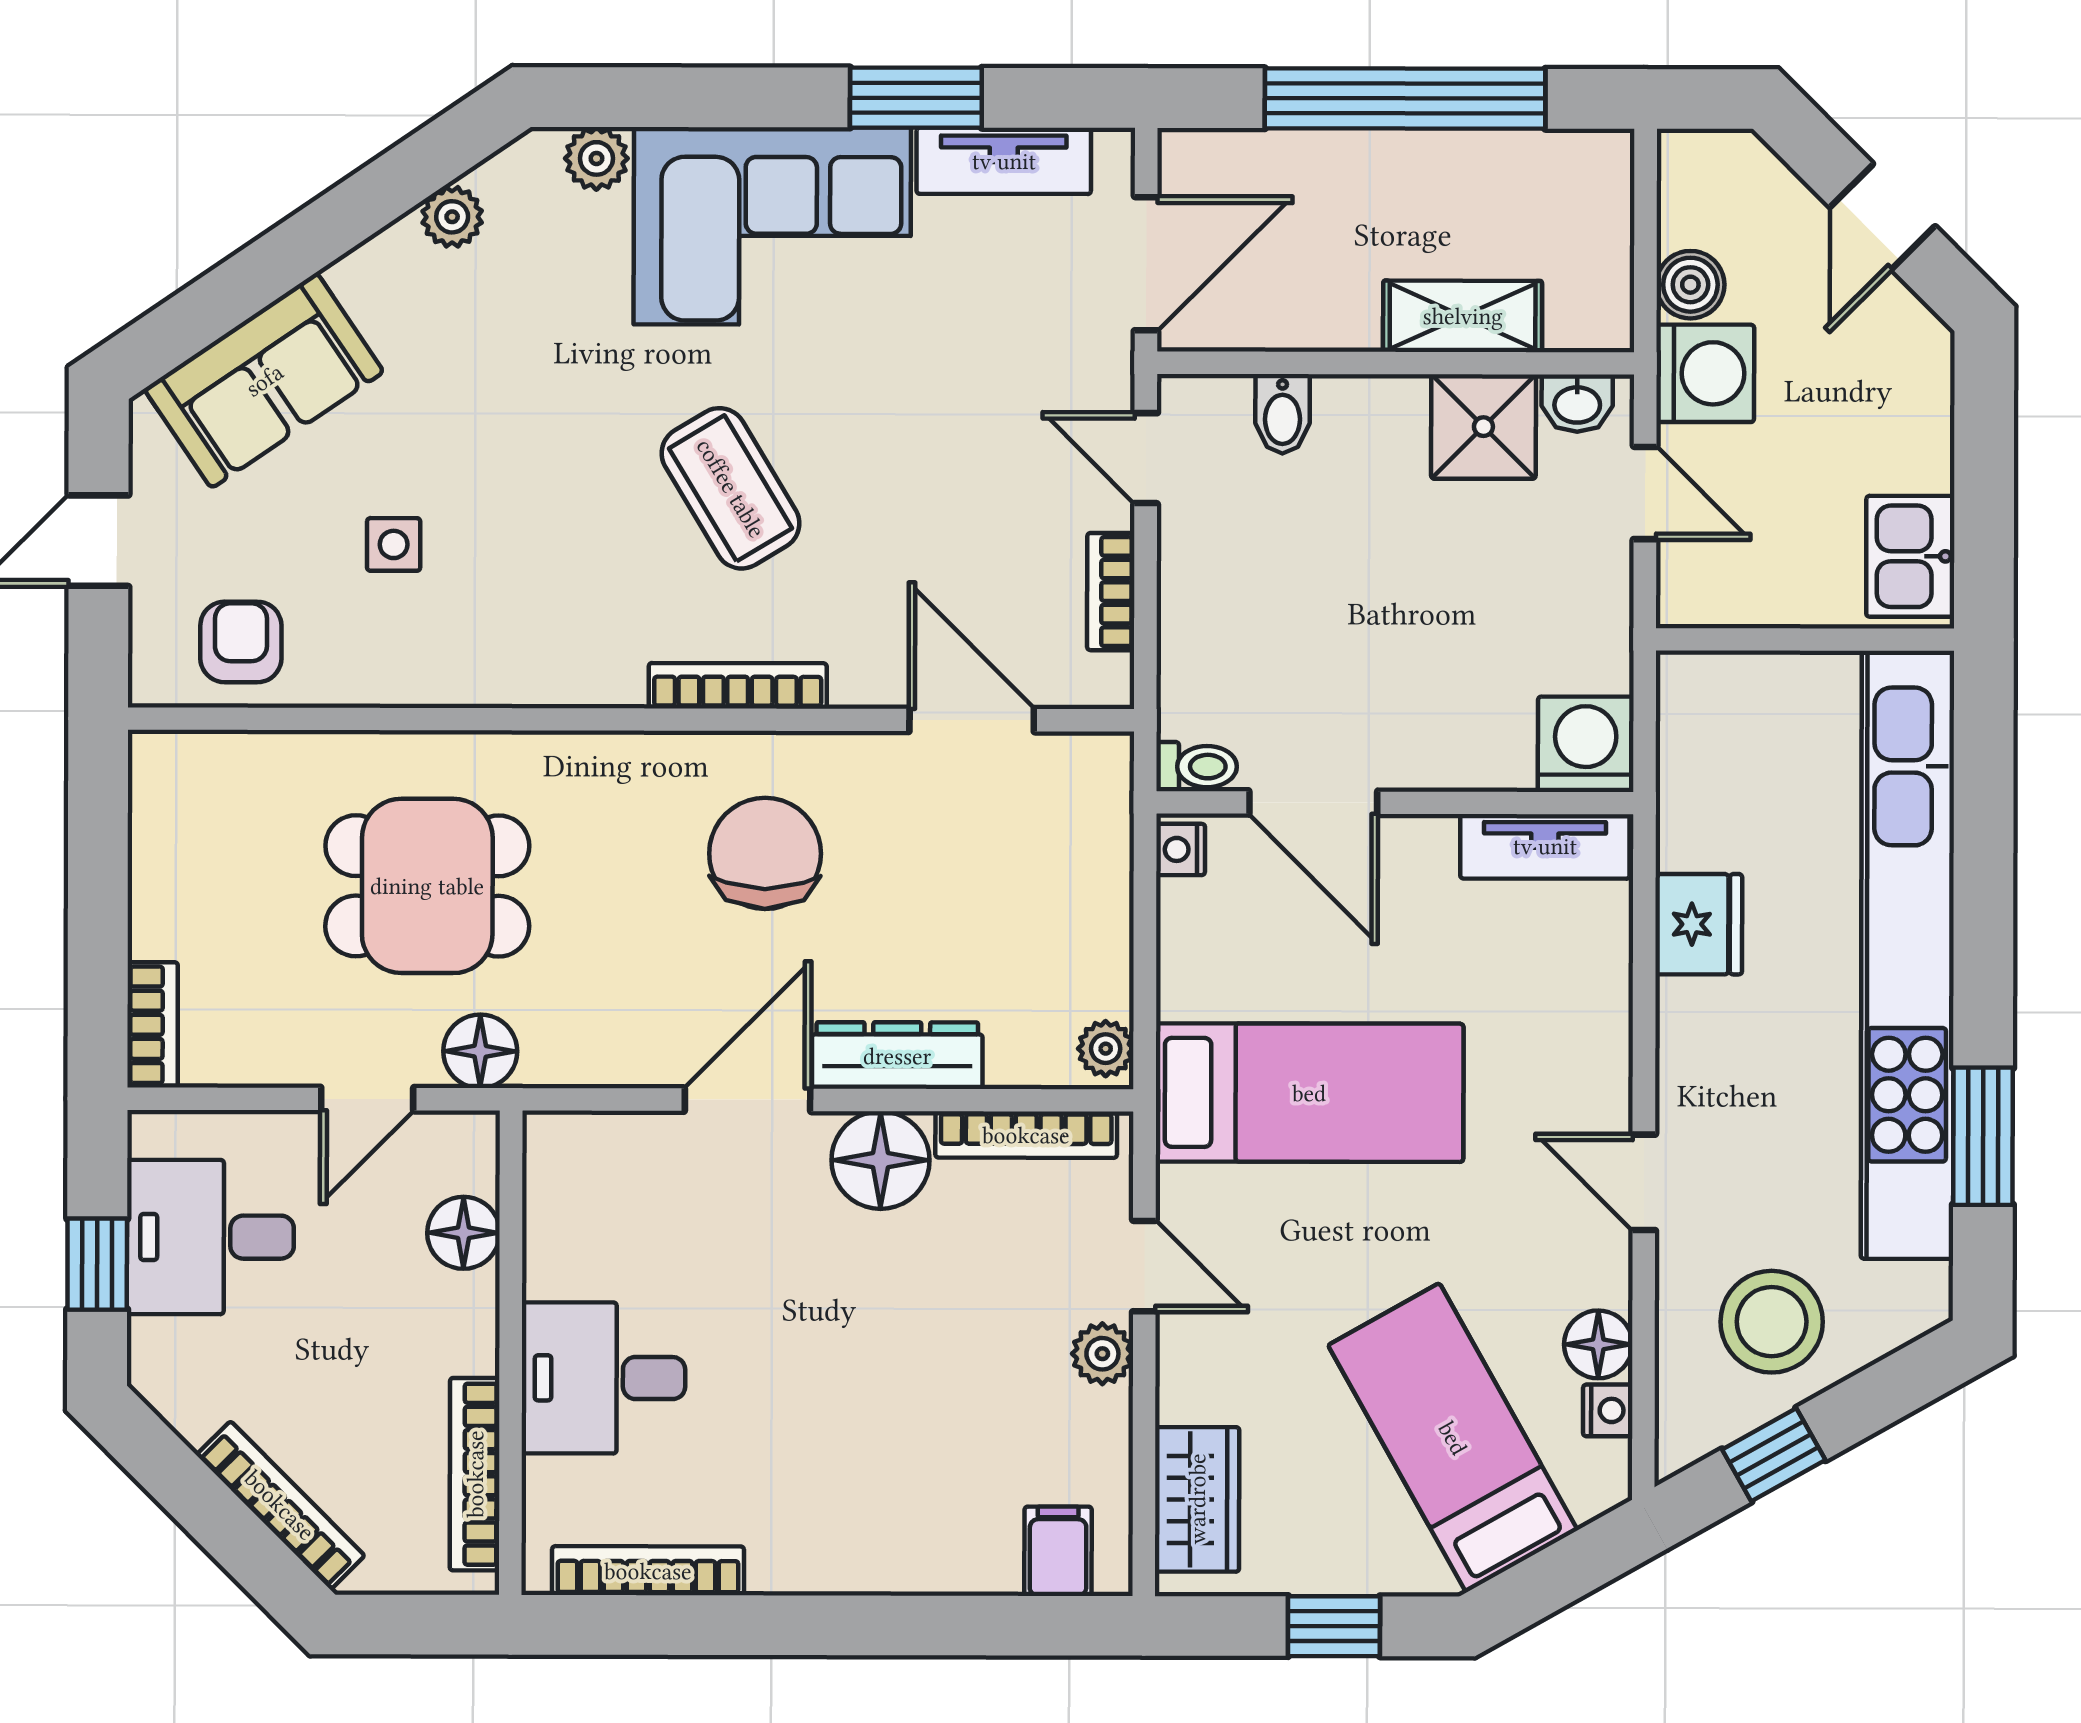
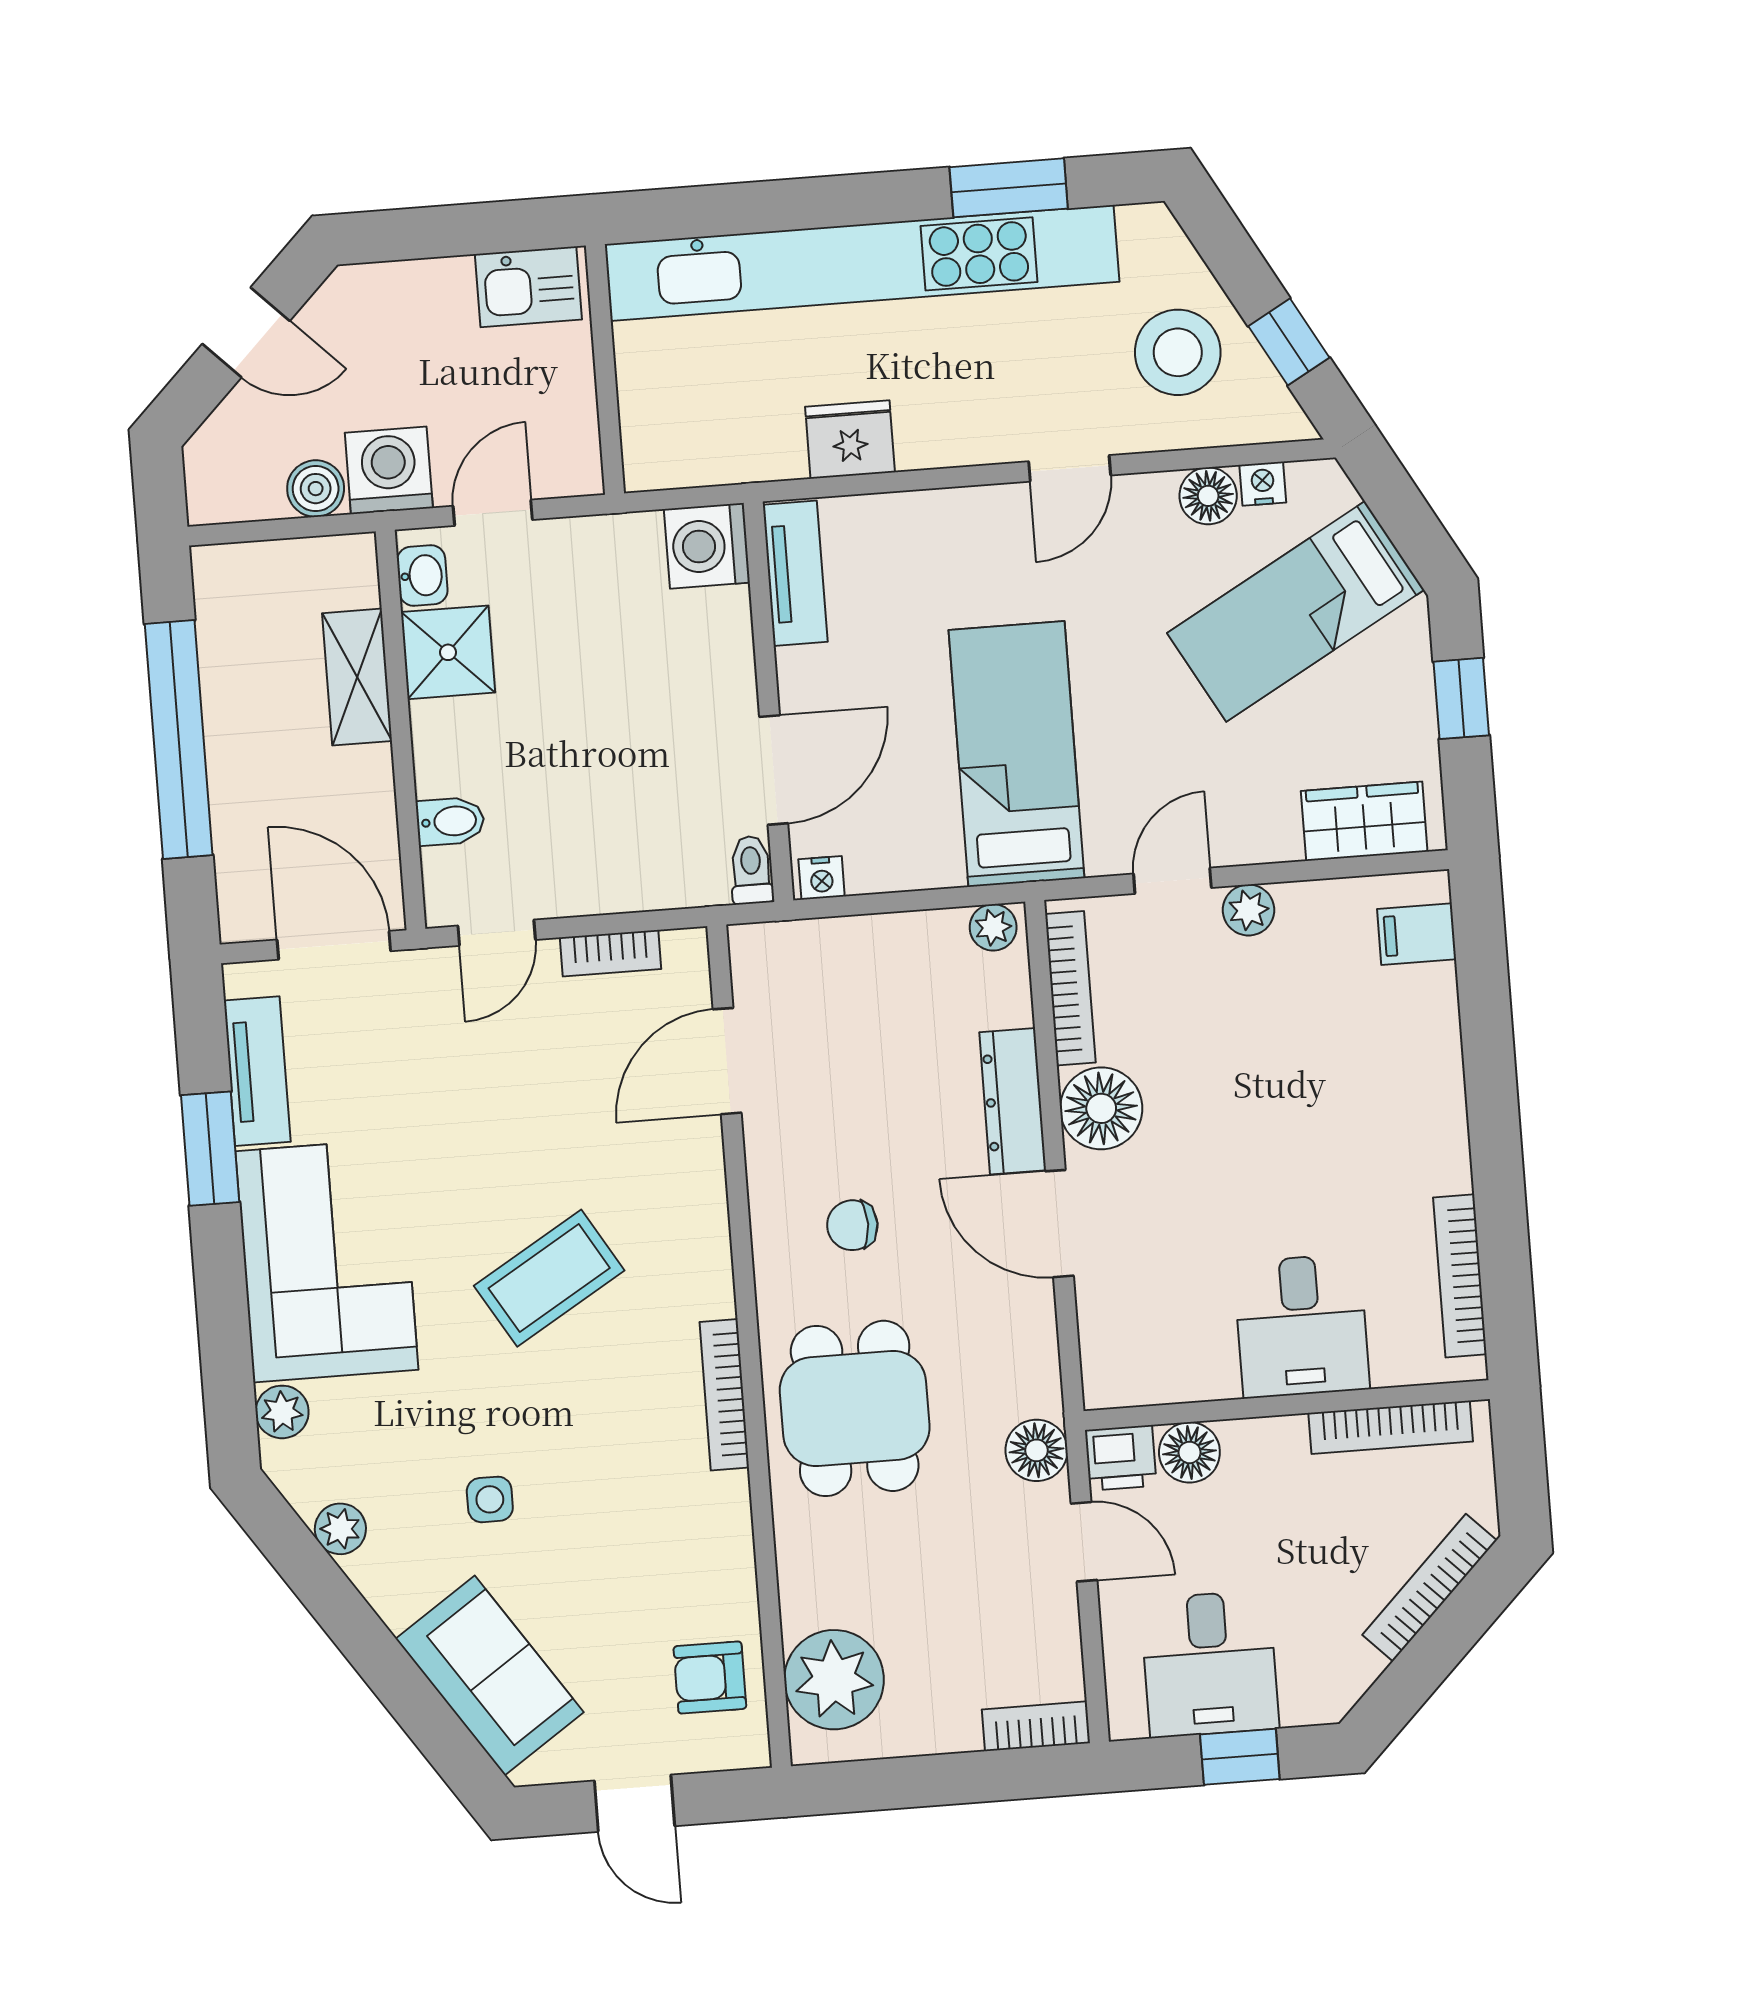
side table: (394, 544) -> (490, 1499), moved
bookcase: (738, 686) -> (724, 1395), moved
plant: (227, 789) -> (834, 1680), added
chair: (765, 853) -> (852, 1225), width x0.54, depth x0.54
dining table: (427, 886) -> (855, 1408), moved
printer: (463, 1151) -> (1121, 1458), added

